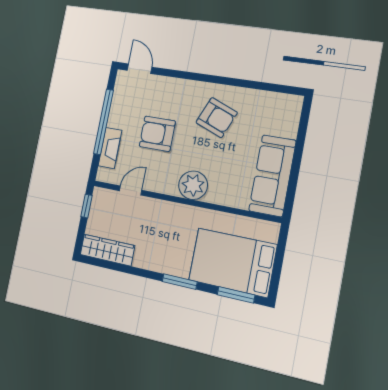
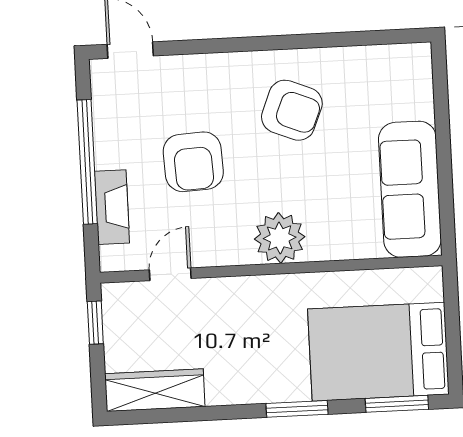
armchair: (157, 134) -> (193, 162), turned -93

